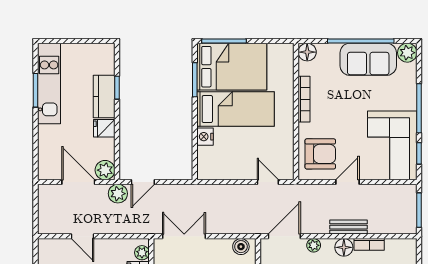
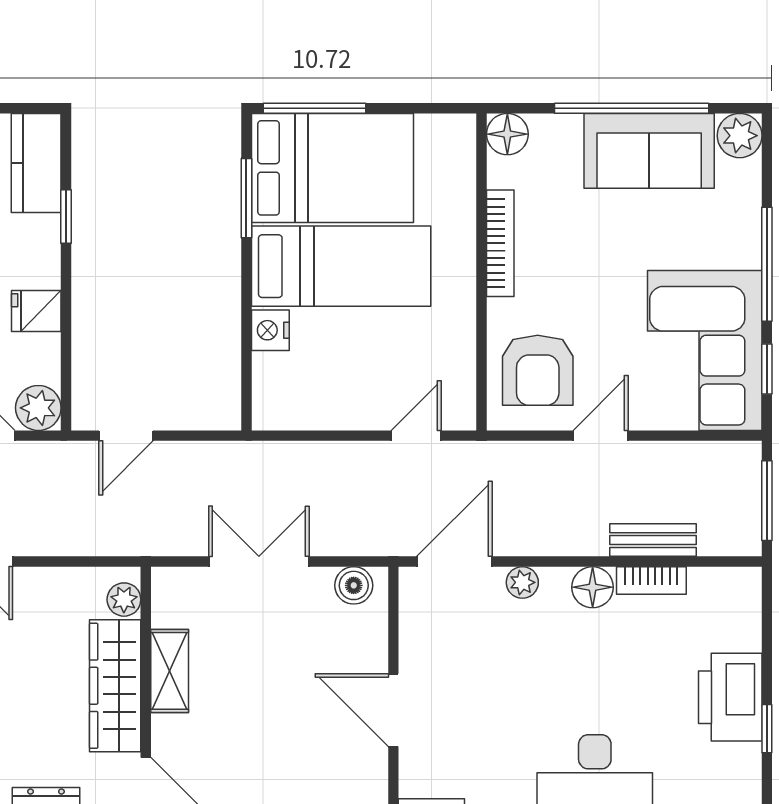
kitchen counter: (104, 97) -> (36, 163), moved
armchair: (320, 154) -> (538, 370), turned 90
door: (268, 182) -> (416, 436), hinge flipped
plant: (118, 194) -> (68, 463), removed
bench: (348, 227) -> (653, 540), moved
double door: (184, 236) -> (259, 562), moved

